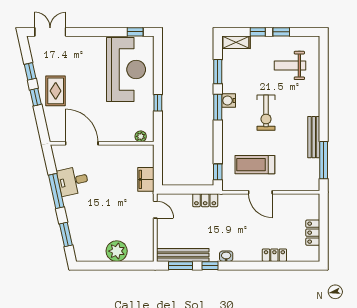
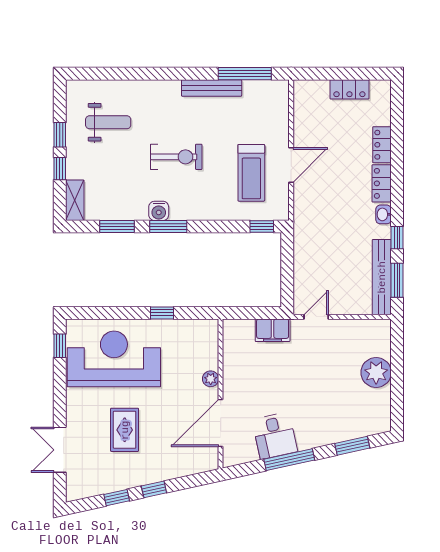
double door: (50, 32) -> (60, 450), moved
weight bench: (290, 65) -> (108, 122), turned -90
rug: (56, 91) -> (125, 430), moved, turned 90
plant: (141, 136) -> (211, 379), moved
locker: (205, 200) -> (382, 183), moved, turned 180

